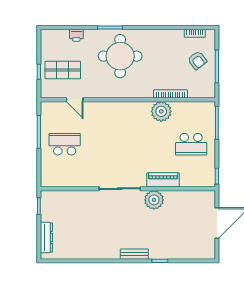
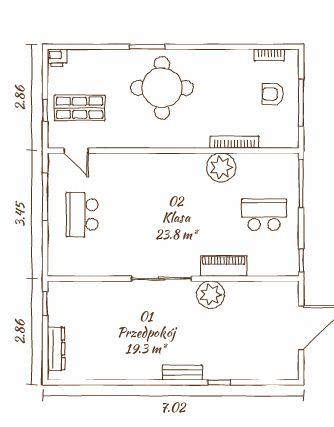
printer: (76, 35) -> (57, 58), moved
armchair: (197, 60) -> (273, 94), turned 127
door: (75, 100) -> (76, 151), moved
school desk: (65, 144) -> (82, 215), turned -90
school desk: (191, 144) -> (264, 215), turned 180

